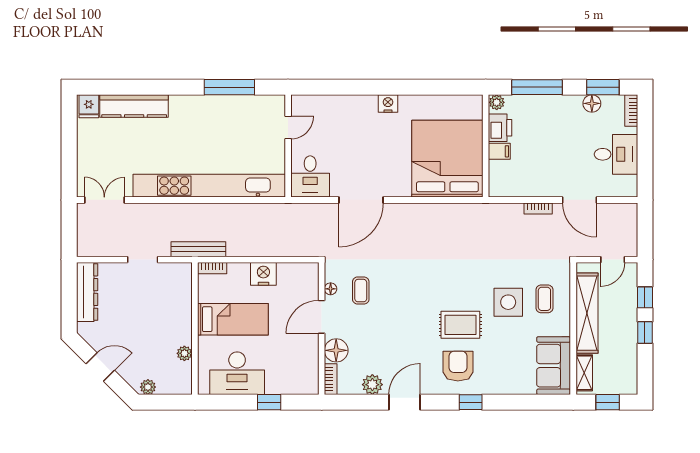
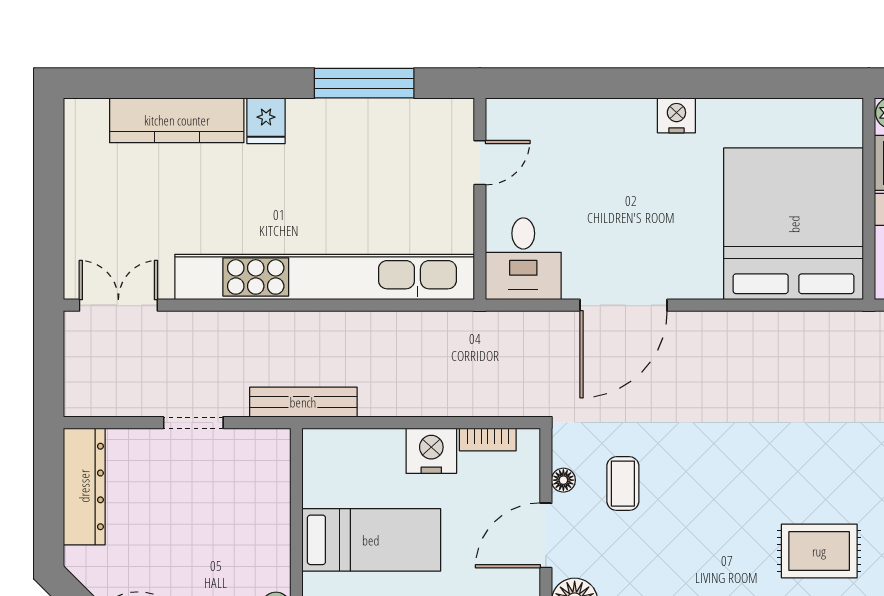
fridge: (89, 106) -> (266, 121), moved
bookcase: (212, 268) -> (488, 439), moved

